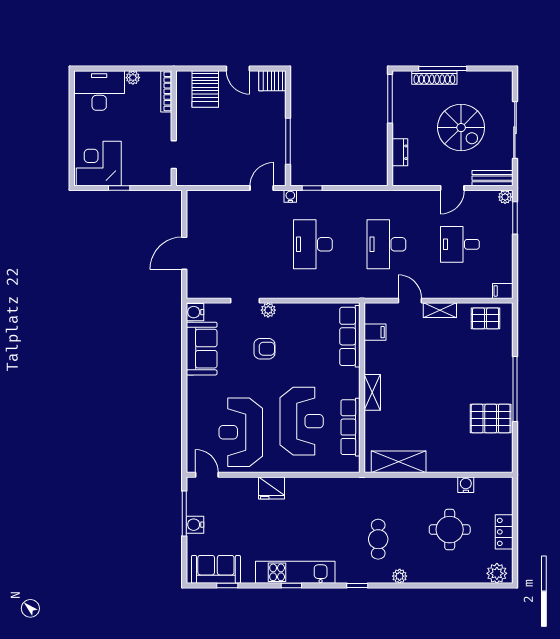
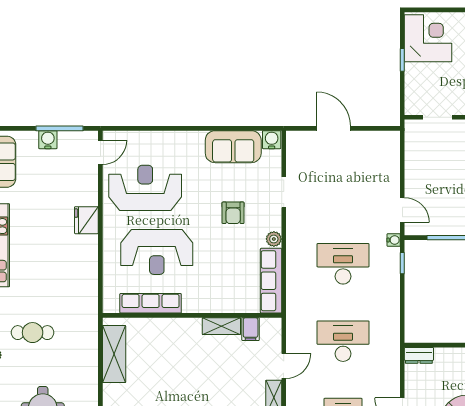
dresser: (400, 152) -> (419, 355), moved
plant: (268, 310) -> (274, 239), moved
row of seats: (350, 336) -> (271, 281), moved, turned -90
shelving: (372, 392) -> (221, 326), moved

